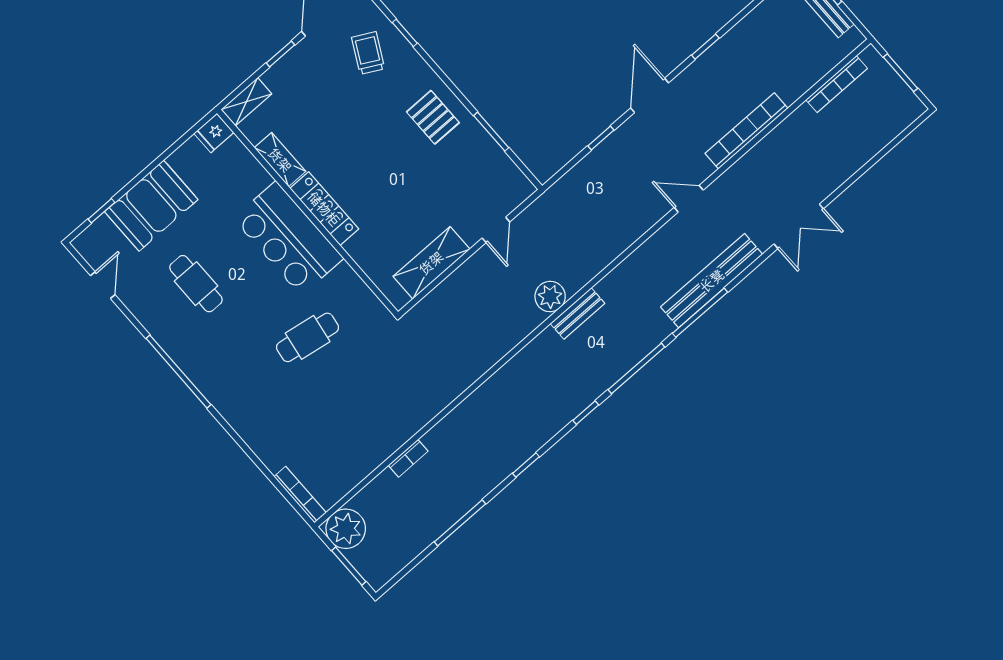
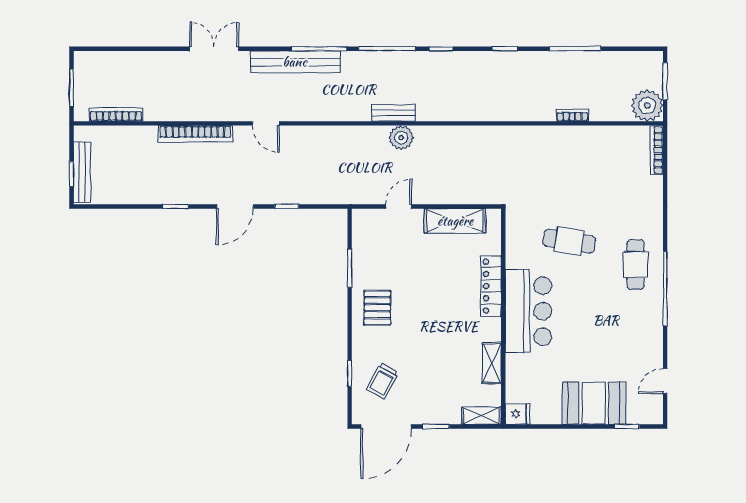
locker: (324, 209) -> (491, 286), moved
cafe table: (196, 284) -> (636, 265), moved

